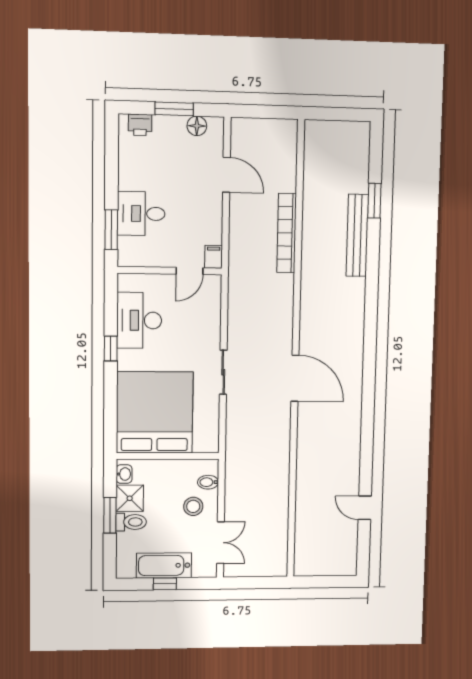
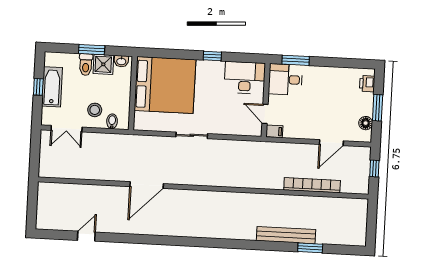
window: (261, 112) -> (374, 169), added
desk: (141, 214) -> (285, 79), moved, turned -90
bookcase: (287, 233) -> (312, 185), moved
desk: (139, 320) -> (245, 78), moved
door: (295, 378) -> (147, 185), moved

